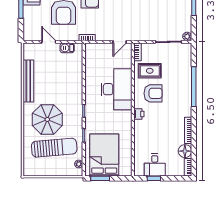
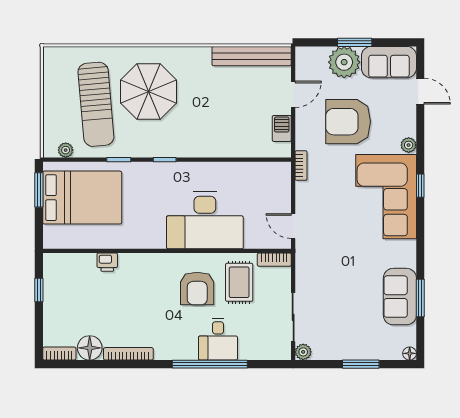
plant: (32, 14) -> (344, 62), added
bench: (28, 81) -> (252, 56), moved
printer: (139, 114) -> (107, 262), moved
desk: (155, 165) -> (218, 339), moved, turned -90

